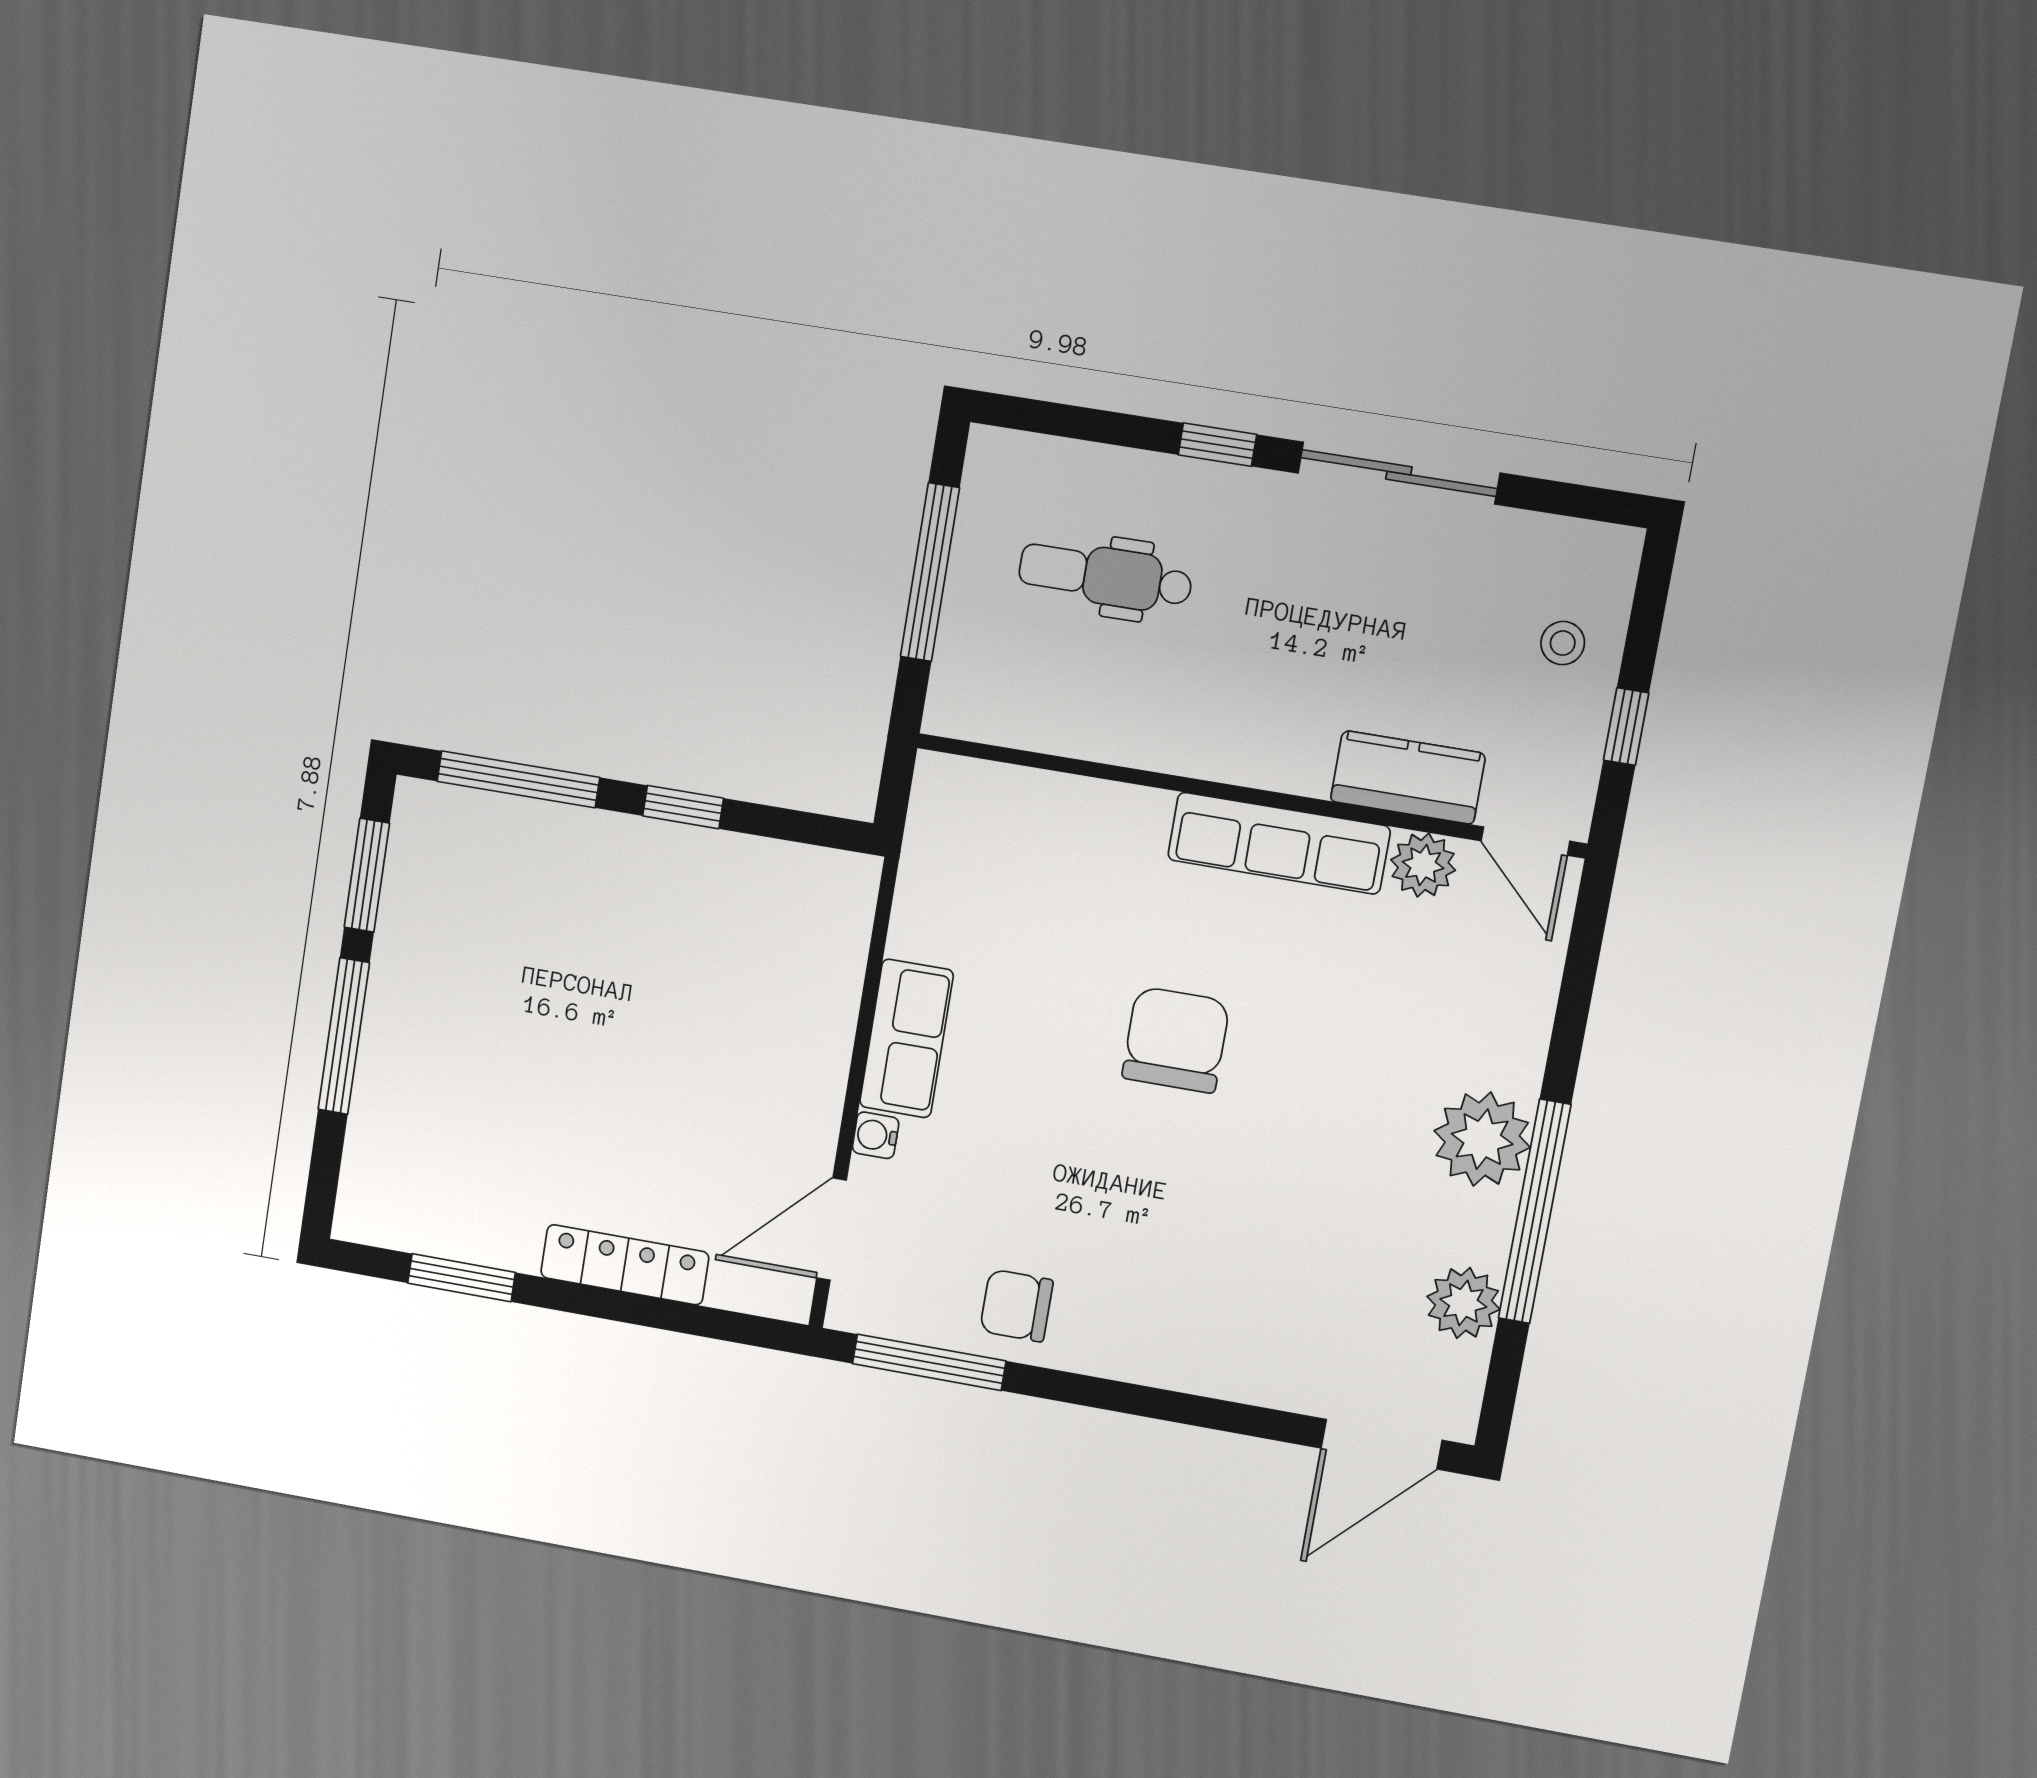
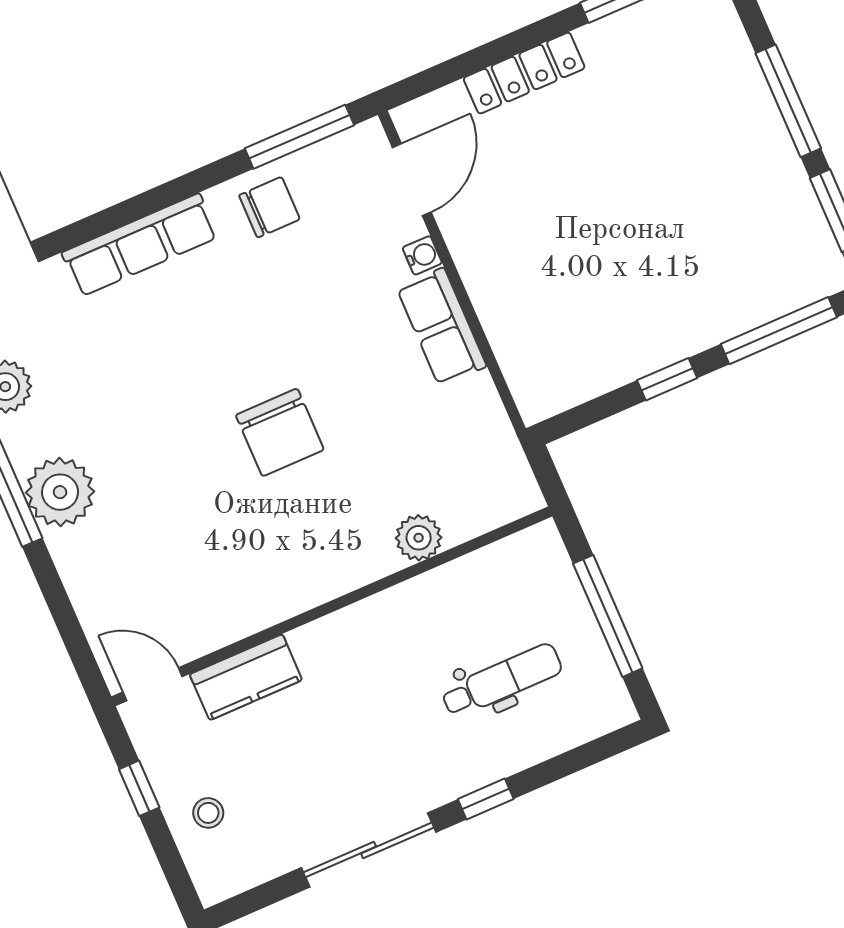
row of seats: (1279, 843) -> (140, 245), moved, turned 180
plant: (1423, 865) -> (419, 538), moved

